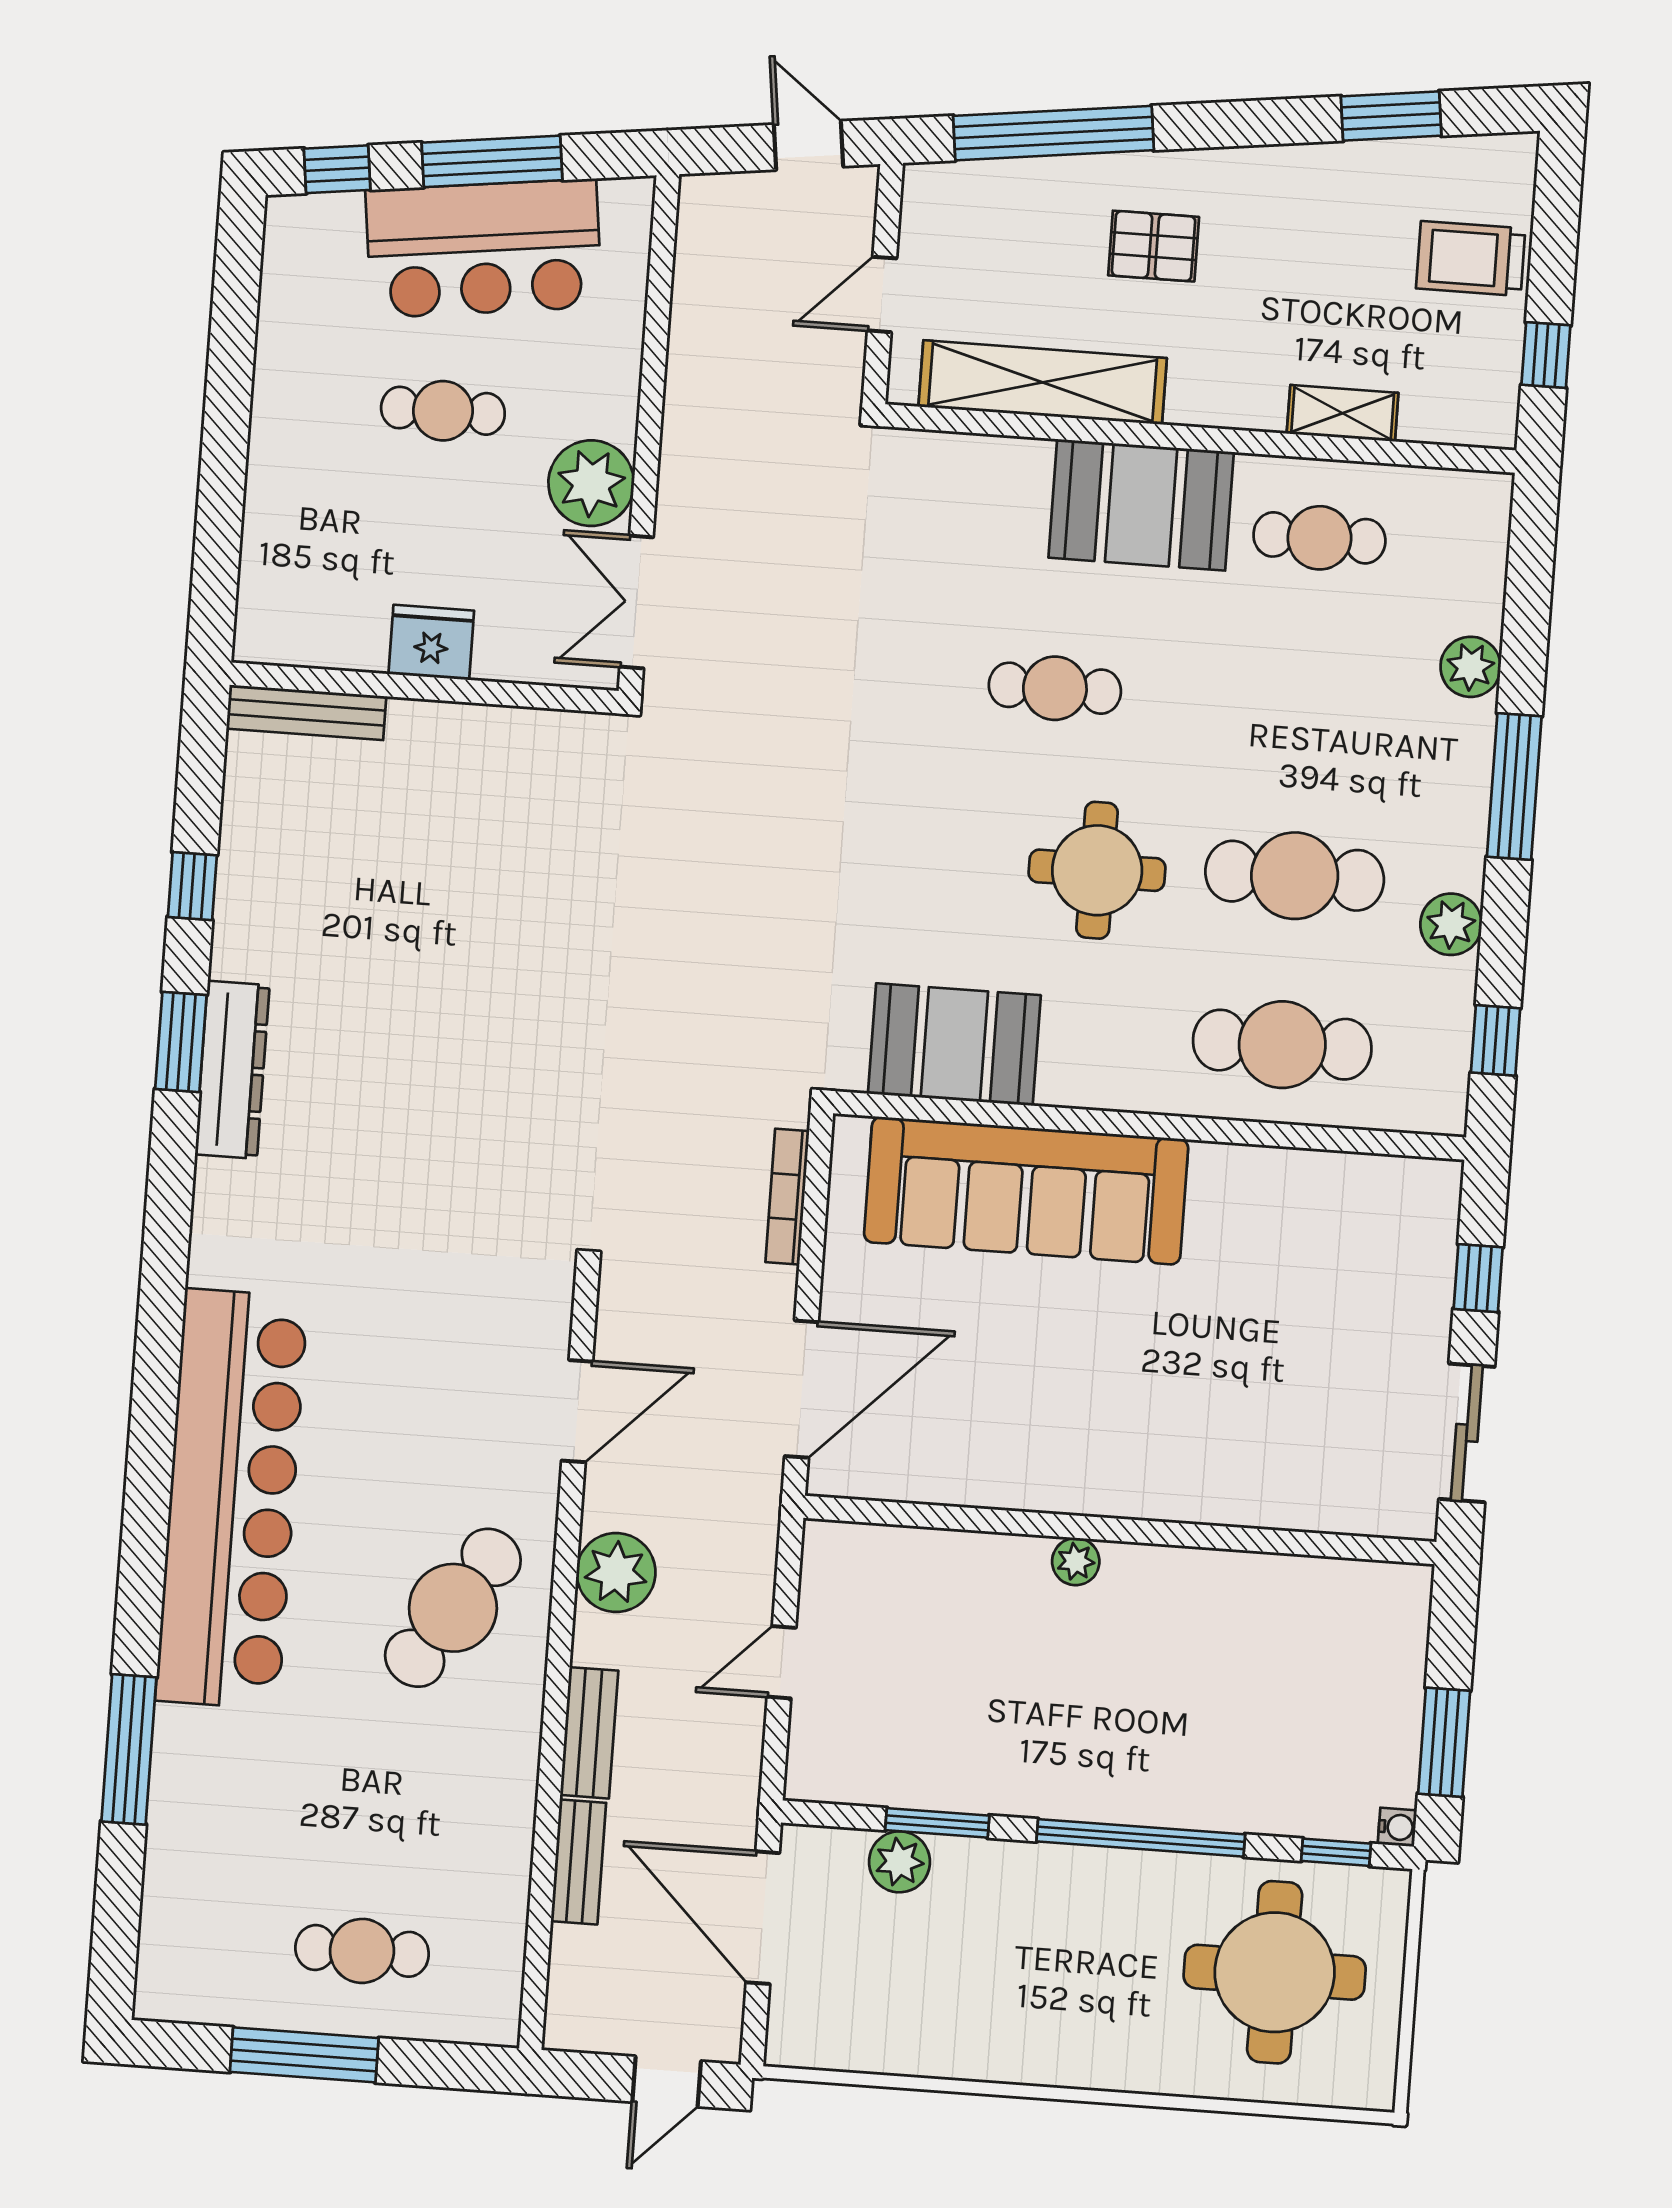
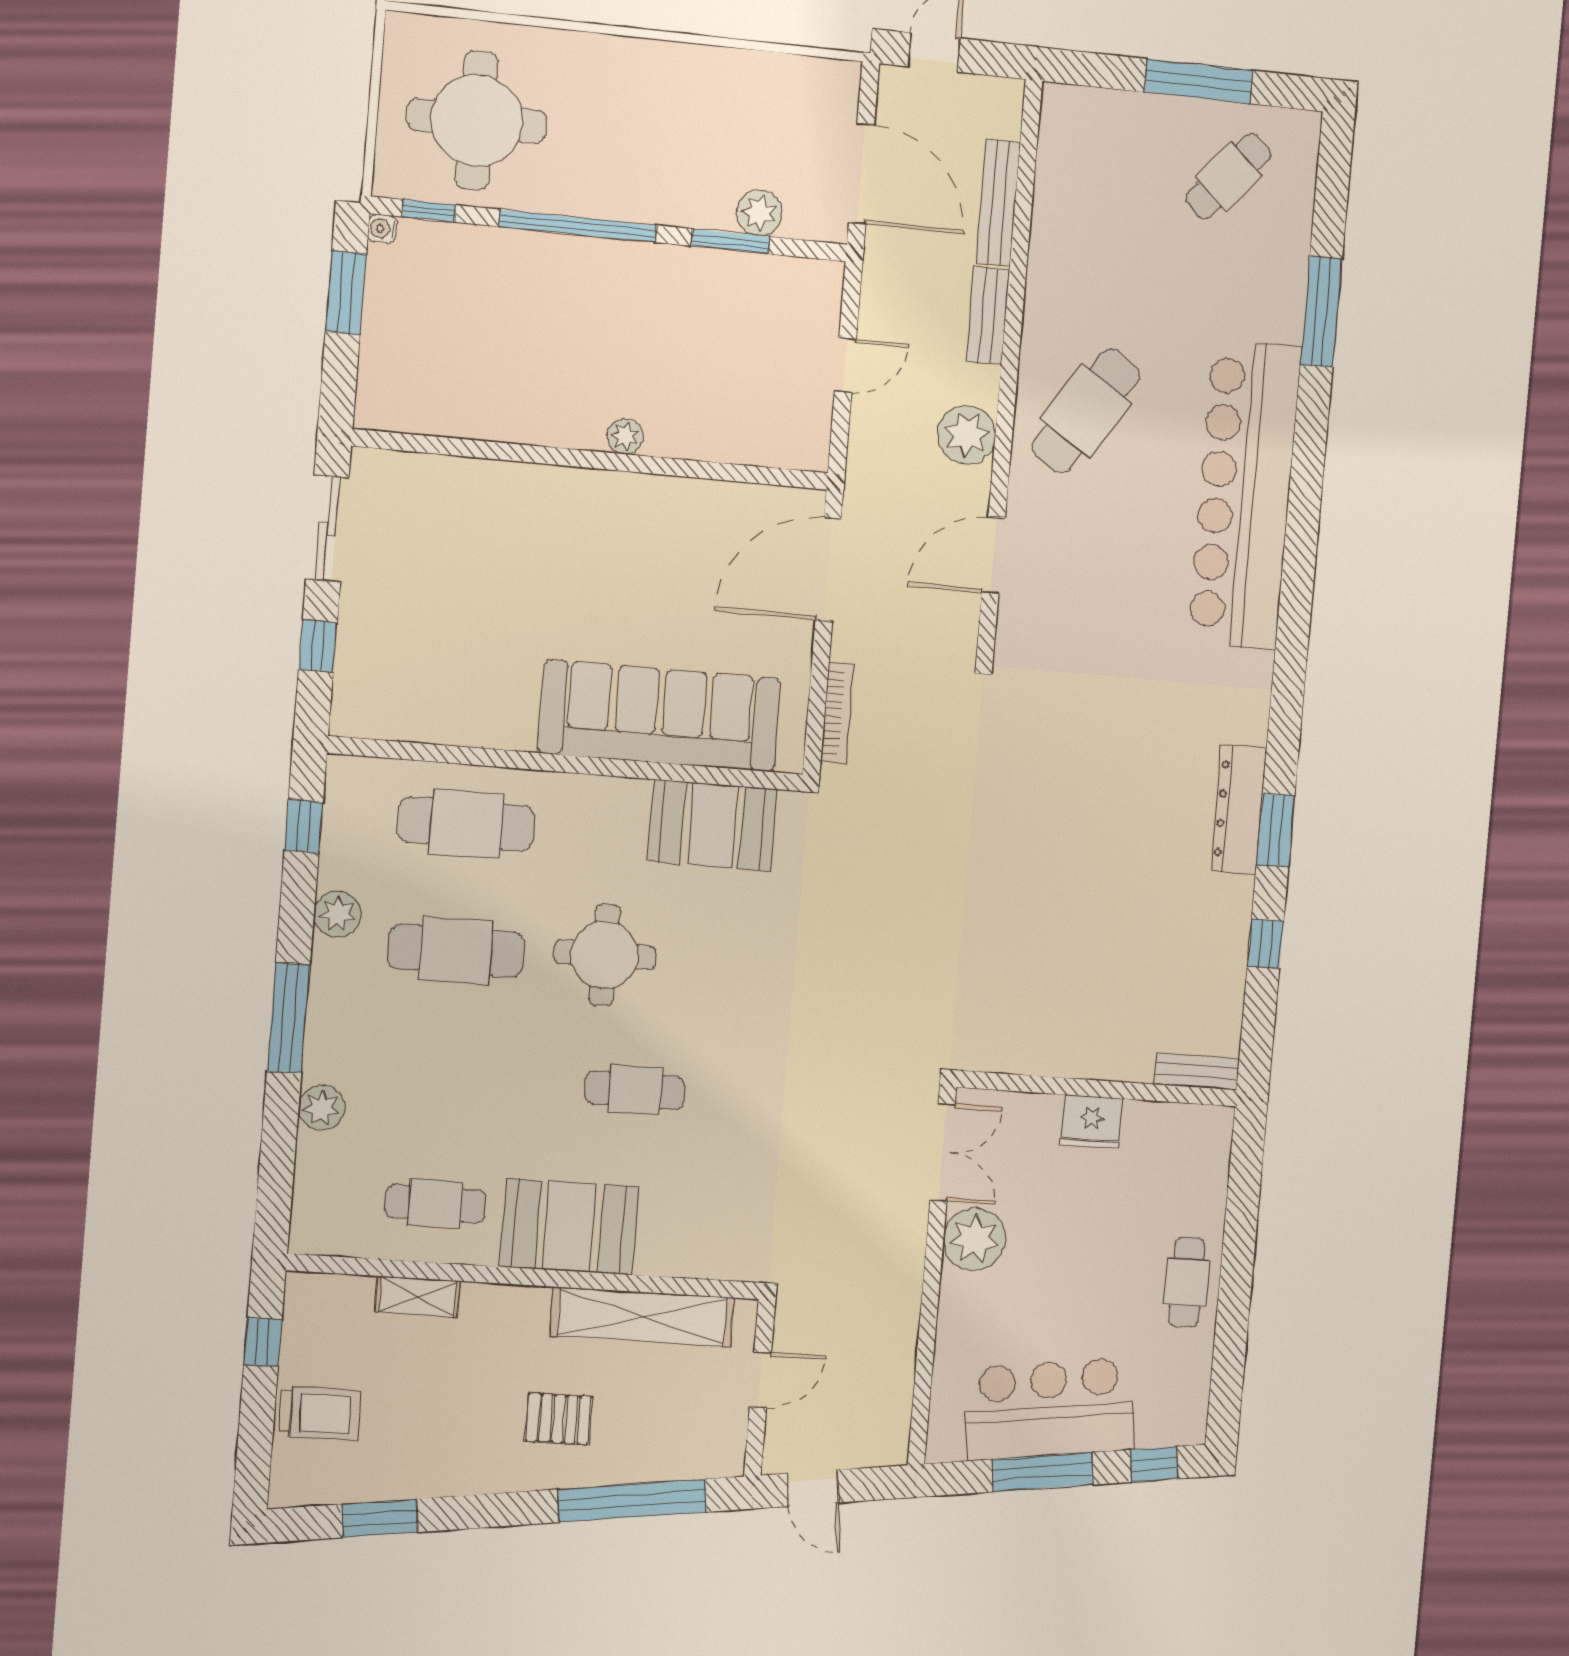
cafe table: (443, 411) -> (1187, 1282), moved, turned 90
bench: (306, 712) -> (1197, 1071), width x0.73
bench: (579, 1862) -> (998, 203), width x1.36
cafe table: (362, 1951) -> (1228, 176), moved, turned -49

